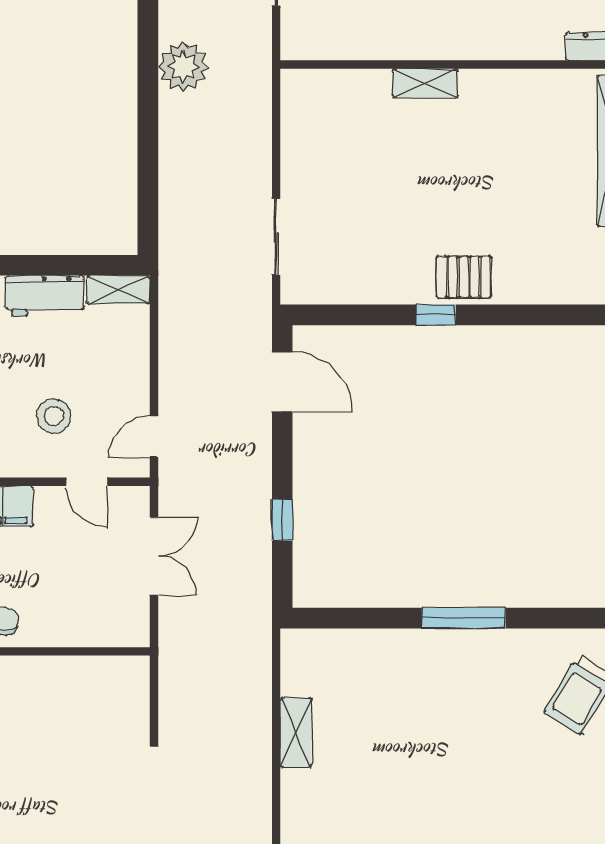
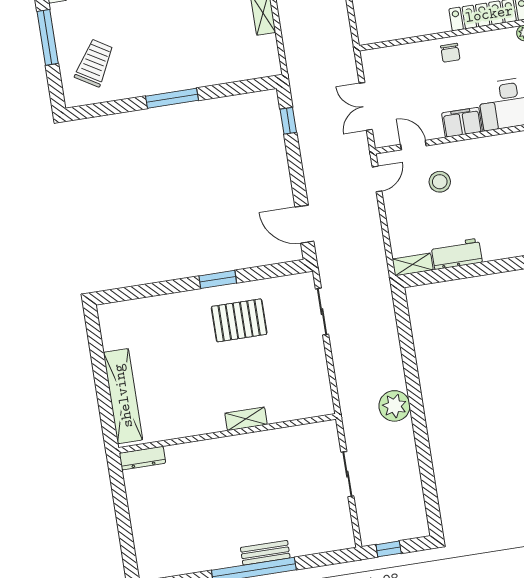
pallet: (464, 277) -> (239, 320), moved, width x1.50, depth x1.42
window: (436, 315) -> (218, 279), width x1.50
window: (282, 520) -> (288, 121), moved

